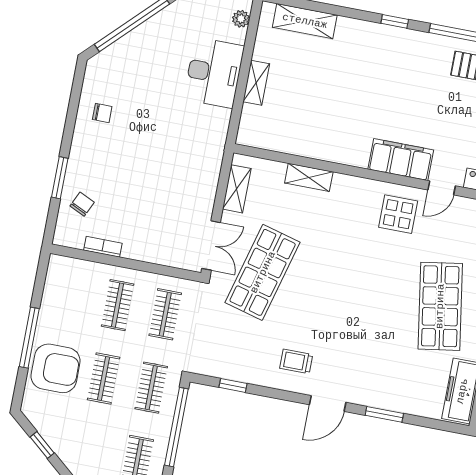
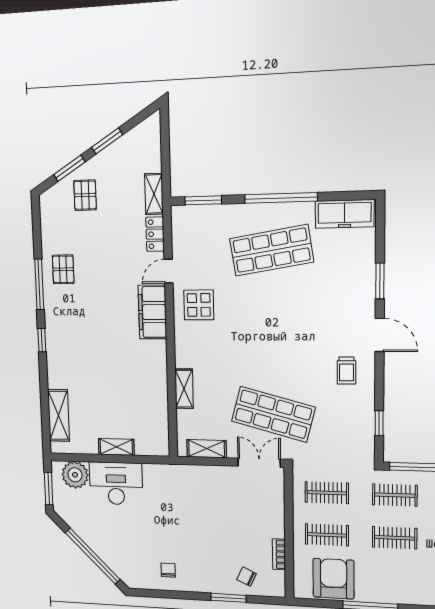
plant: (241, 19) -> (75, 475), width x1.88, depth x1.88
door: (442, 188) -> (169, 271), swing flipped
armchair: (56, 368) -> (334, 579), moved

